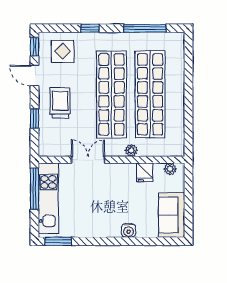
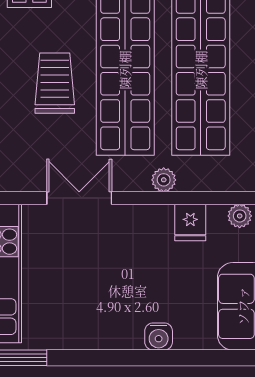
trolley: (60, 103) -> (55, 83), moved

